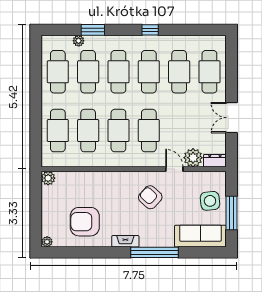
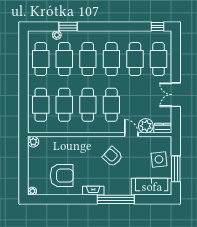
window: (150, 30) -> (157, 27), moved
armchair: (85, 222) -> (62, 176), turned 180

